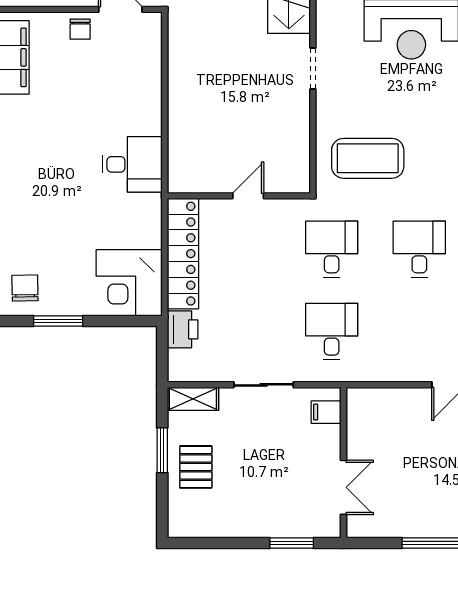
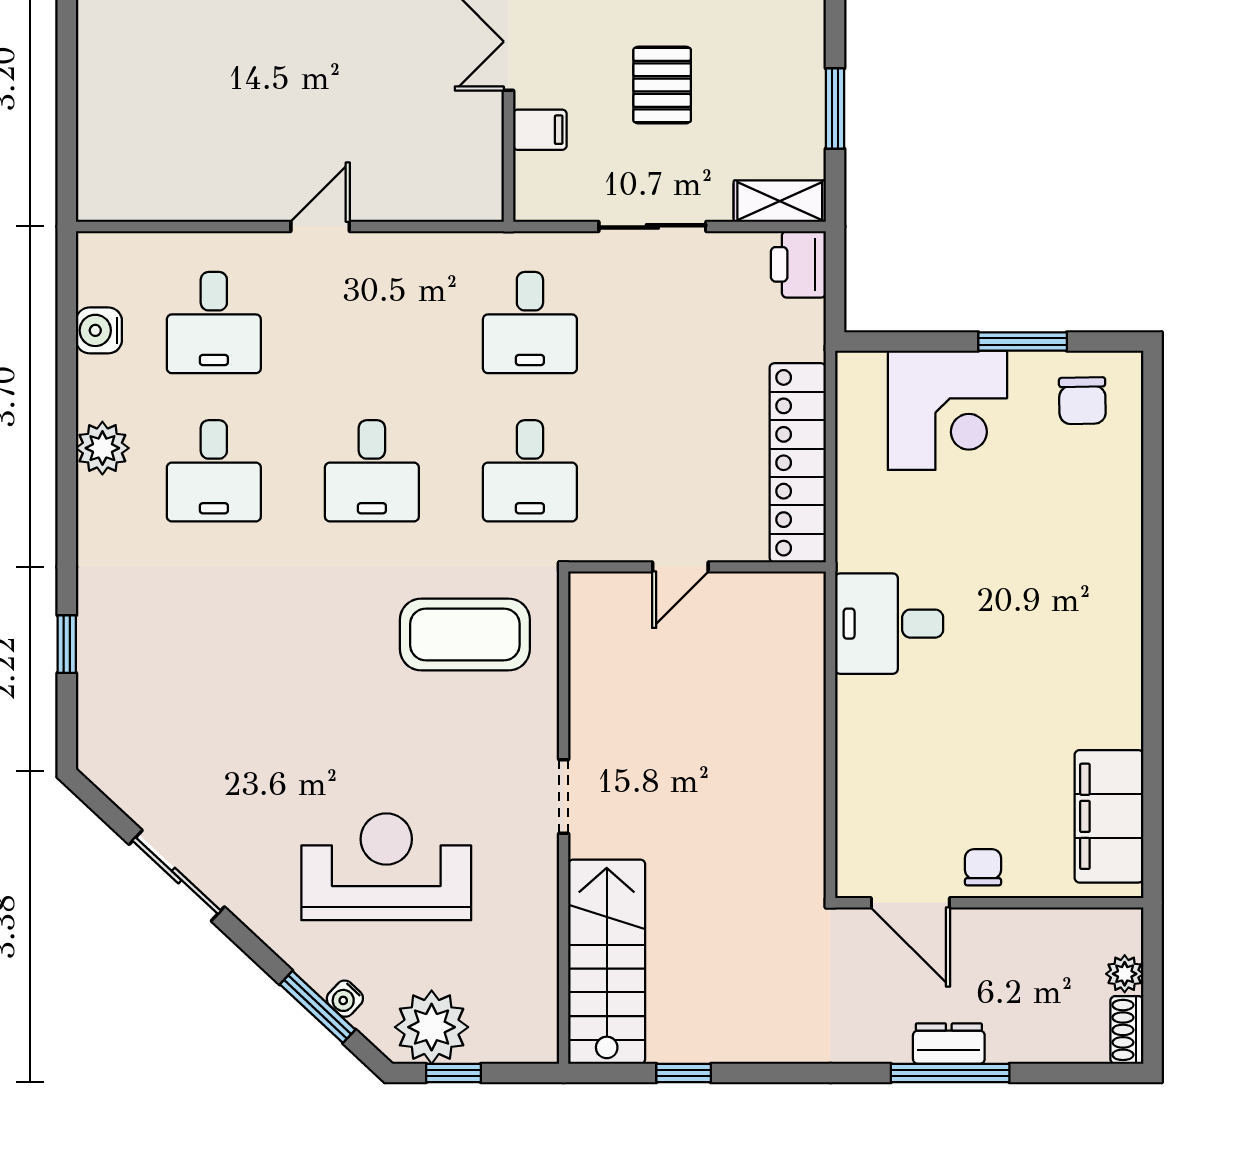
corner desk: (129, 283) -> (947, 410), moved, turned 90
printer: (183, 329) -> (798, 264), moved
filing cabinet: (326, 412) -> (540, 130), moved
pallet: (196, 467) -> (662, 85), moved

